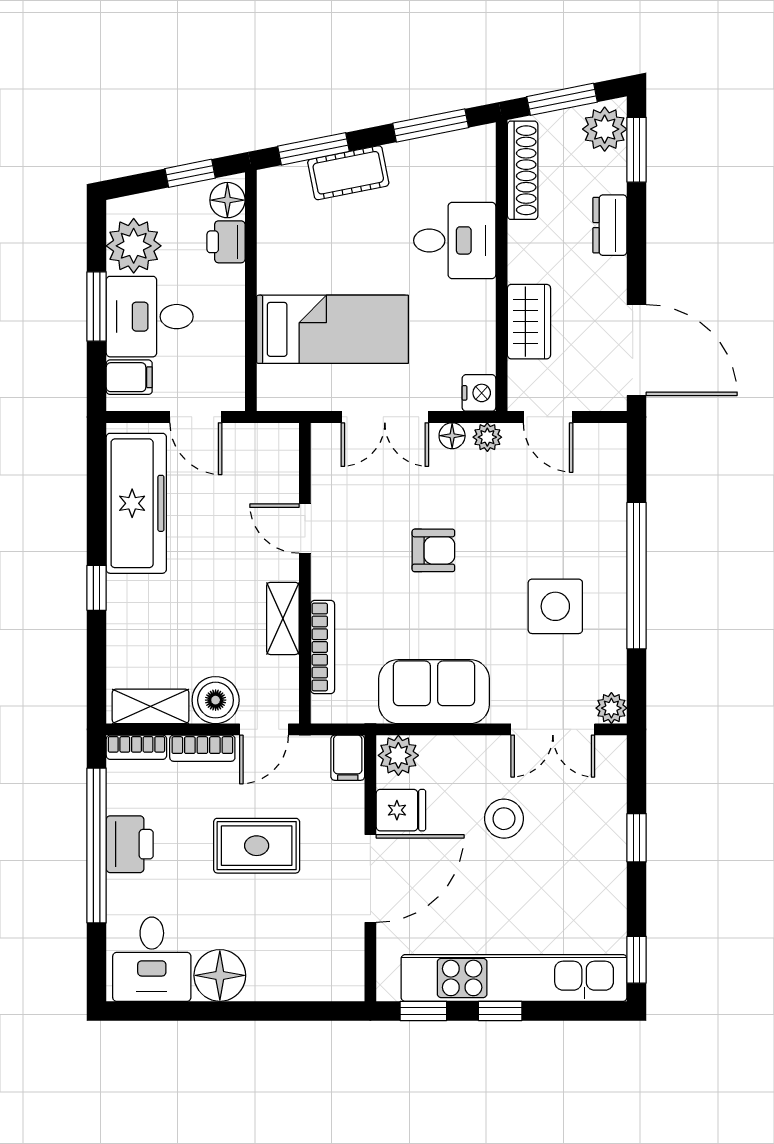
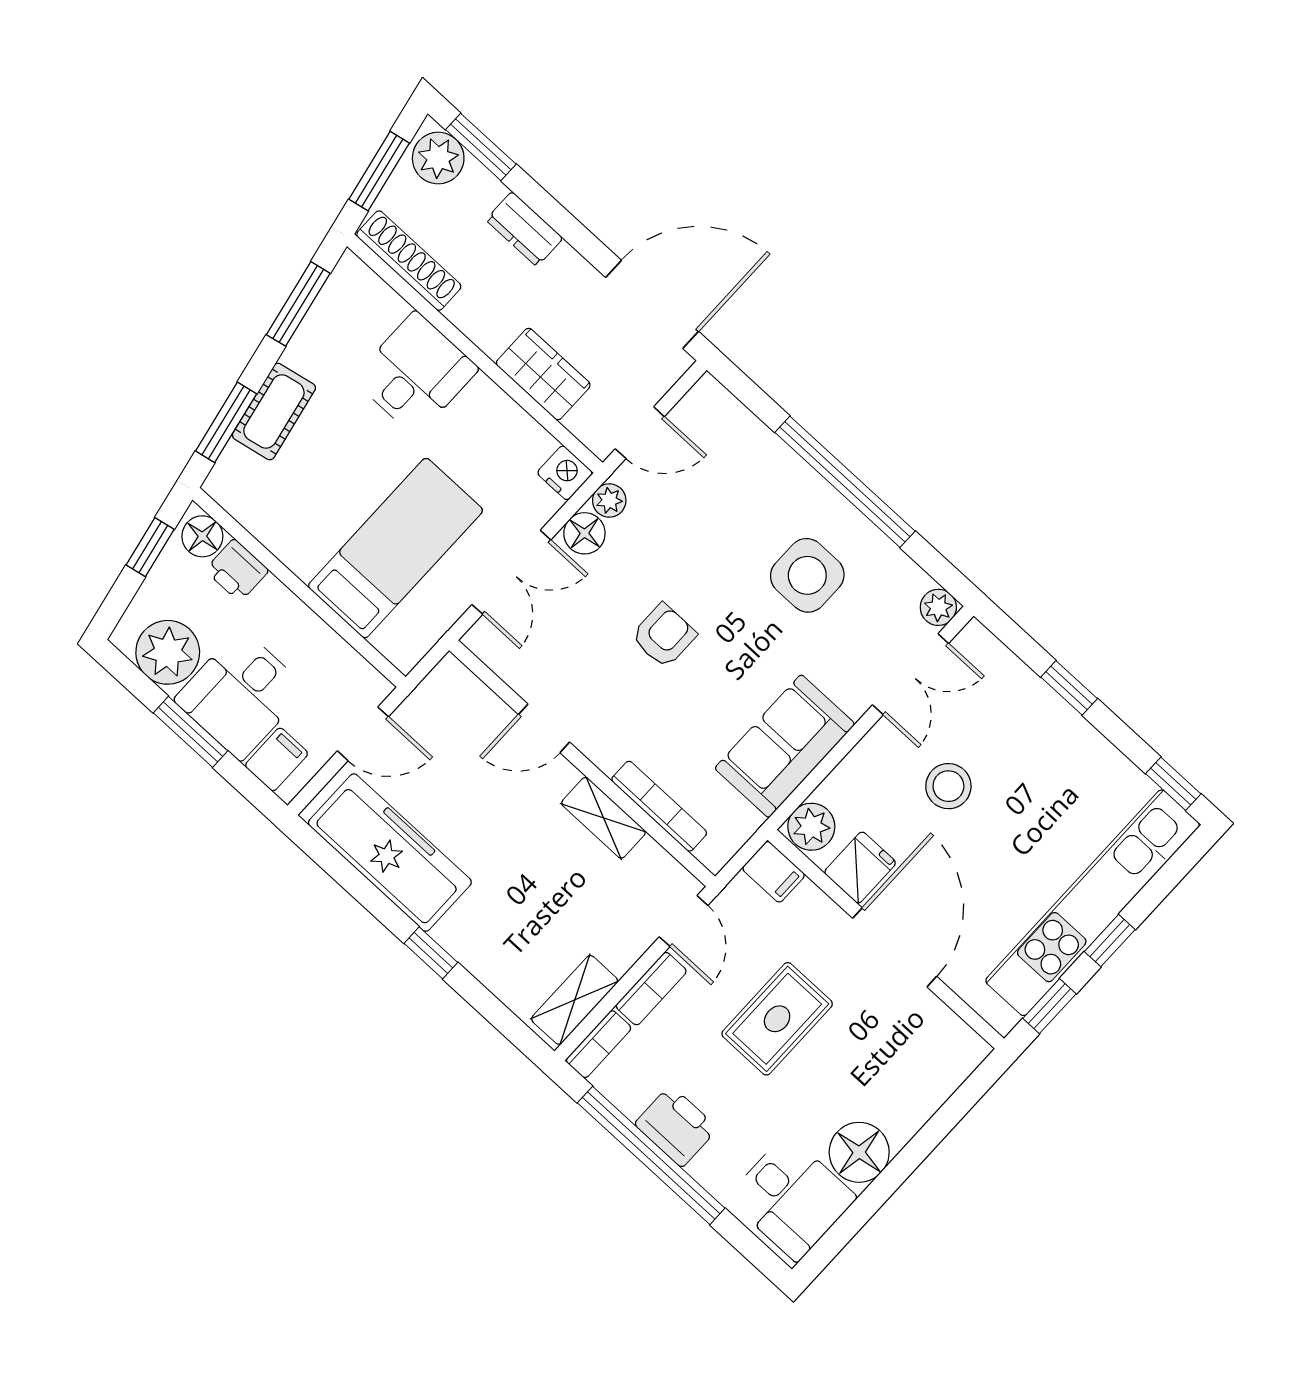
floor lamp: (452, 436) -> (584, 533), width x1.37, depth x1.37
boiler: (216, 700) -> (620, 939), removed

